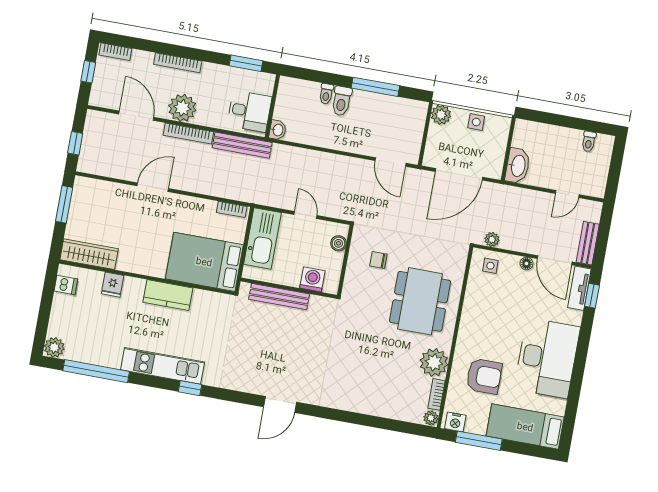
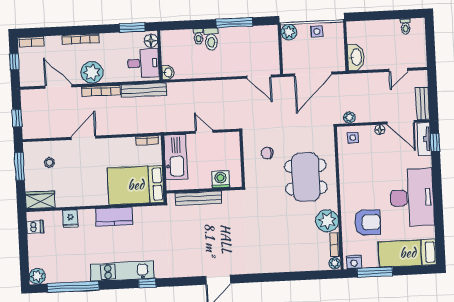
floor lamp: (266, 85) -> (151, 41), added
stool: (103, 208) -> (49, 163), added
boiler: (339, 243) -> (234, 147), removed
wardrobe: (89, 254) -> (40, 200), width x0.67

